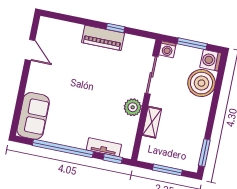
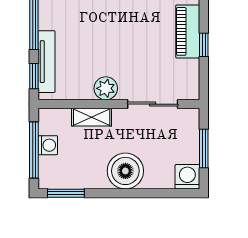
washing machine: (167, 49) -> (48, 145), moved, turned 180
boiler: (201, 83) -> (125, 171), moved
tv unit: (104, 147) -> (46, 62), width x1.41
window: (167, 170) -> (34, 150), width x1.44

